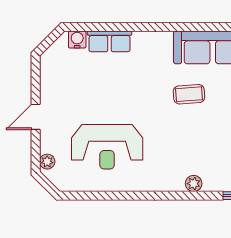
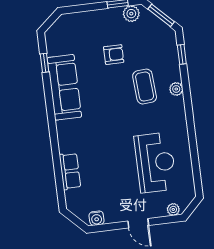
water cooler: (77, 39) -> (97, 218), moved, turned -90
coffee table: (189, 94) -> (145, 87), moved, width x1.36, depth x1.30

